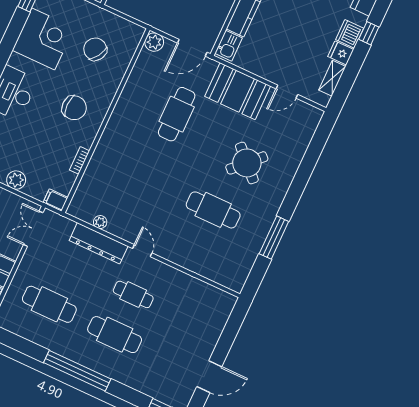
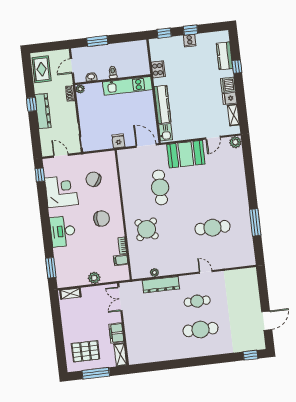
fridge: (159, 19) -> (118, 141), added
window: (369, 33) -> (237, 67), moved
plant: (154, 42) -> (235, 142), moved
door: (192, 48) -> (146, 146), swing flipped
round table: (247, 163) -> (147, 229), moved
filing cabinet: (56, 200) -> (121, 260), moved
door: (142, 251) -> (206, 272), moved
cafe table: (49, 304) -> (154, 335), removed
window: (77, 371) -> (192, 362), removed

